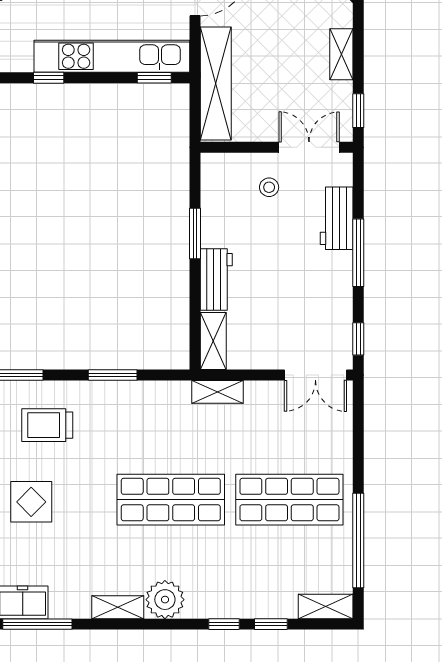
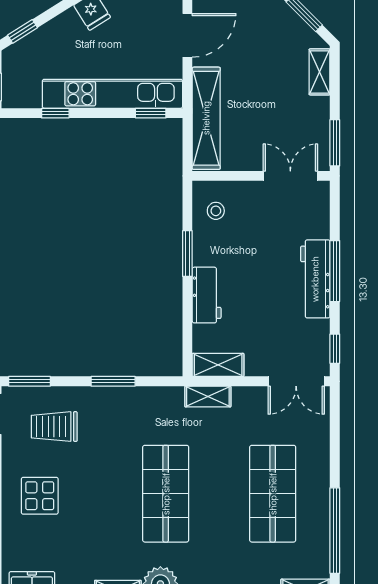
shelving: (341, 54) -> (320, 72), moved
window: (358, 111) -> (335, 143), width x1.50
stool: (269, 187) -> (216, 211), moved
workbench: (337, 218) -> (315, 279), moved, width x1.38
shelving: (213, 341) -> (218, 365), moved, turned 90
shop shelf: (171, 500) -> (166, 494), turned 90
shop shelf: (289, 500) -> (273, 494), turned 90

